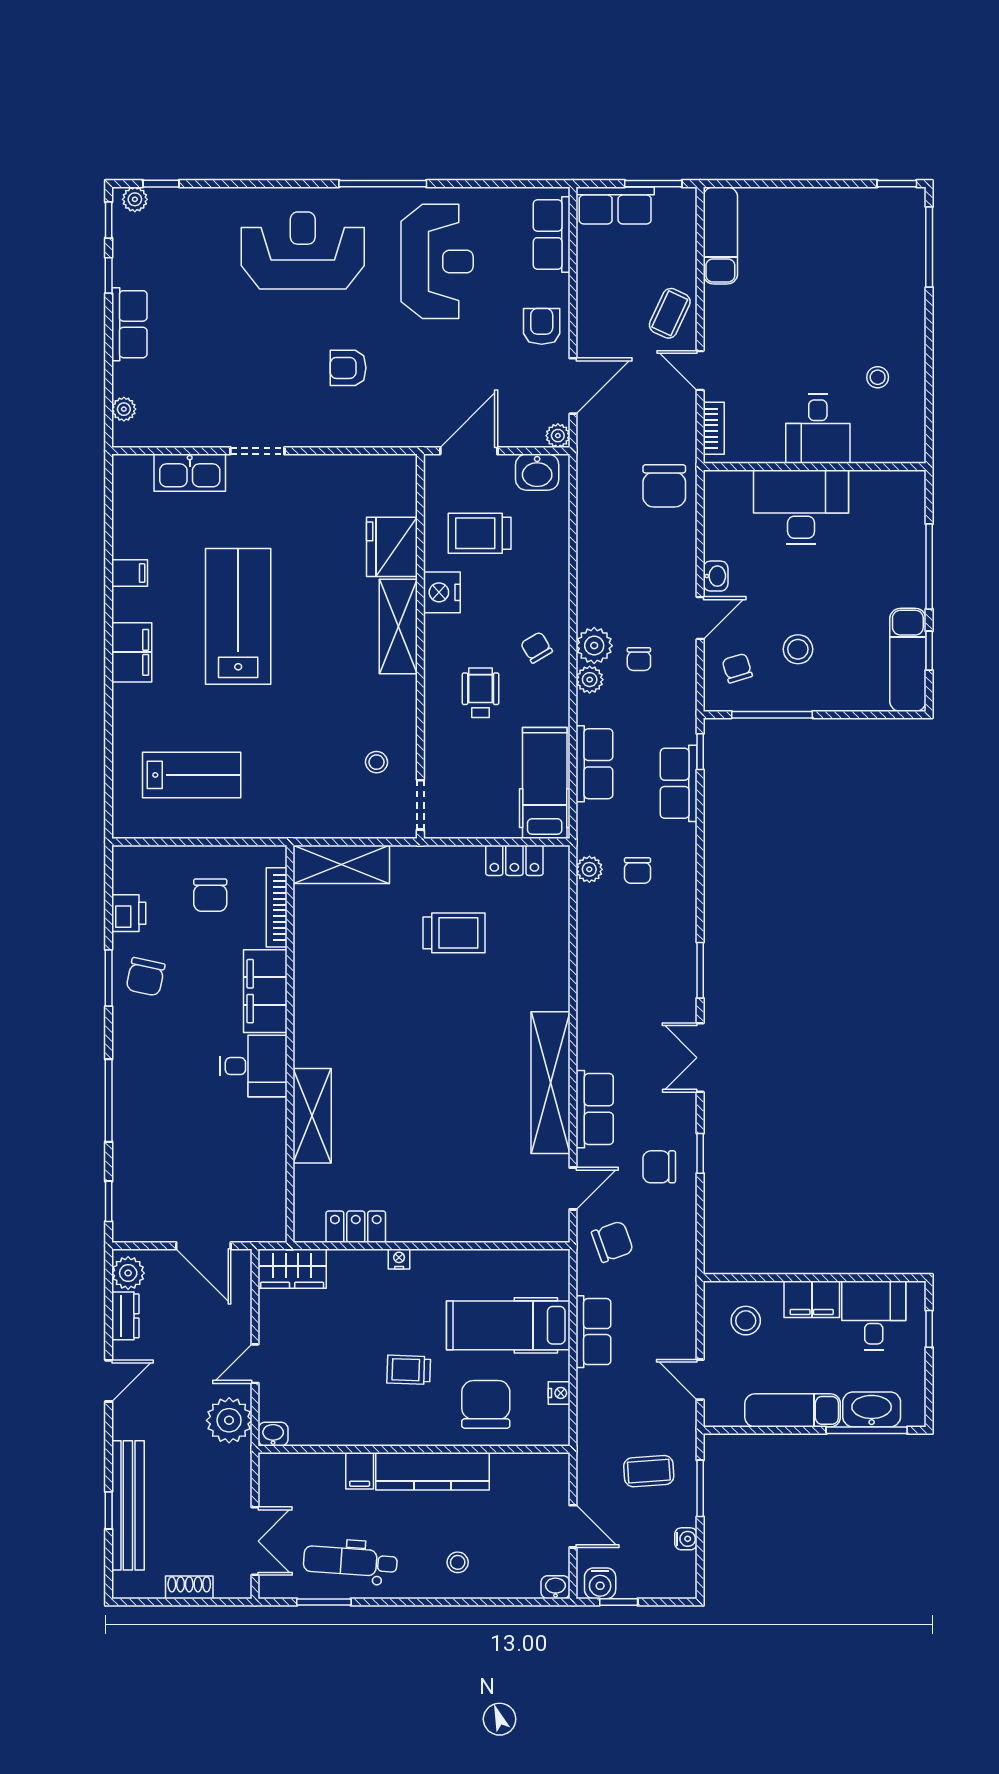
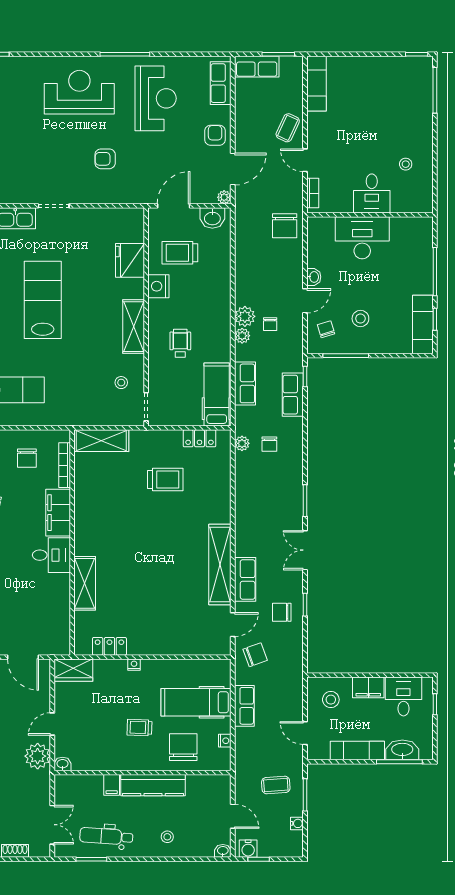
shelving: (398, 627) -> (134, 327), moved
chair: (536, 647) -> (212, 318), removed

